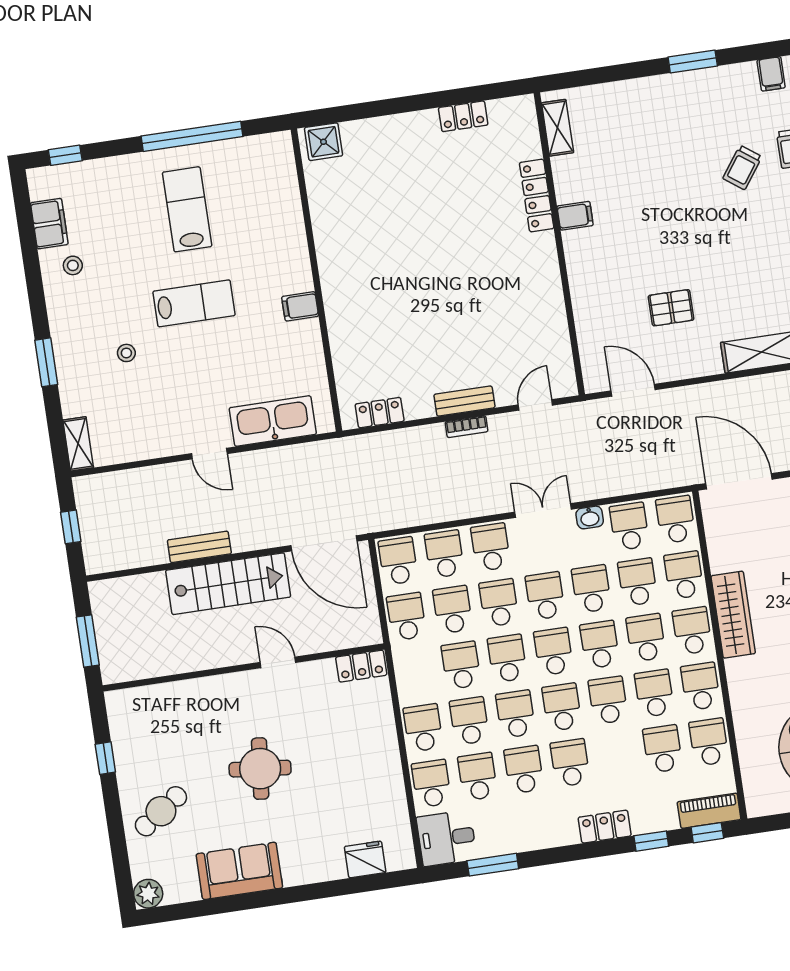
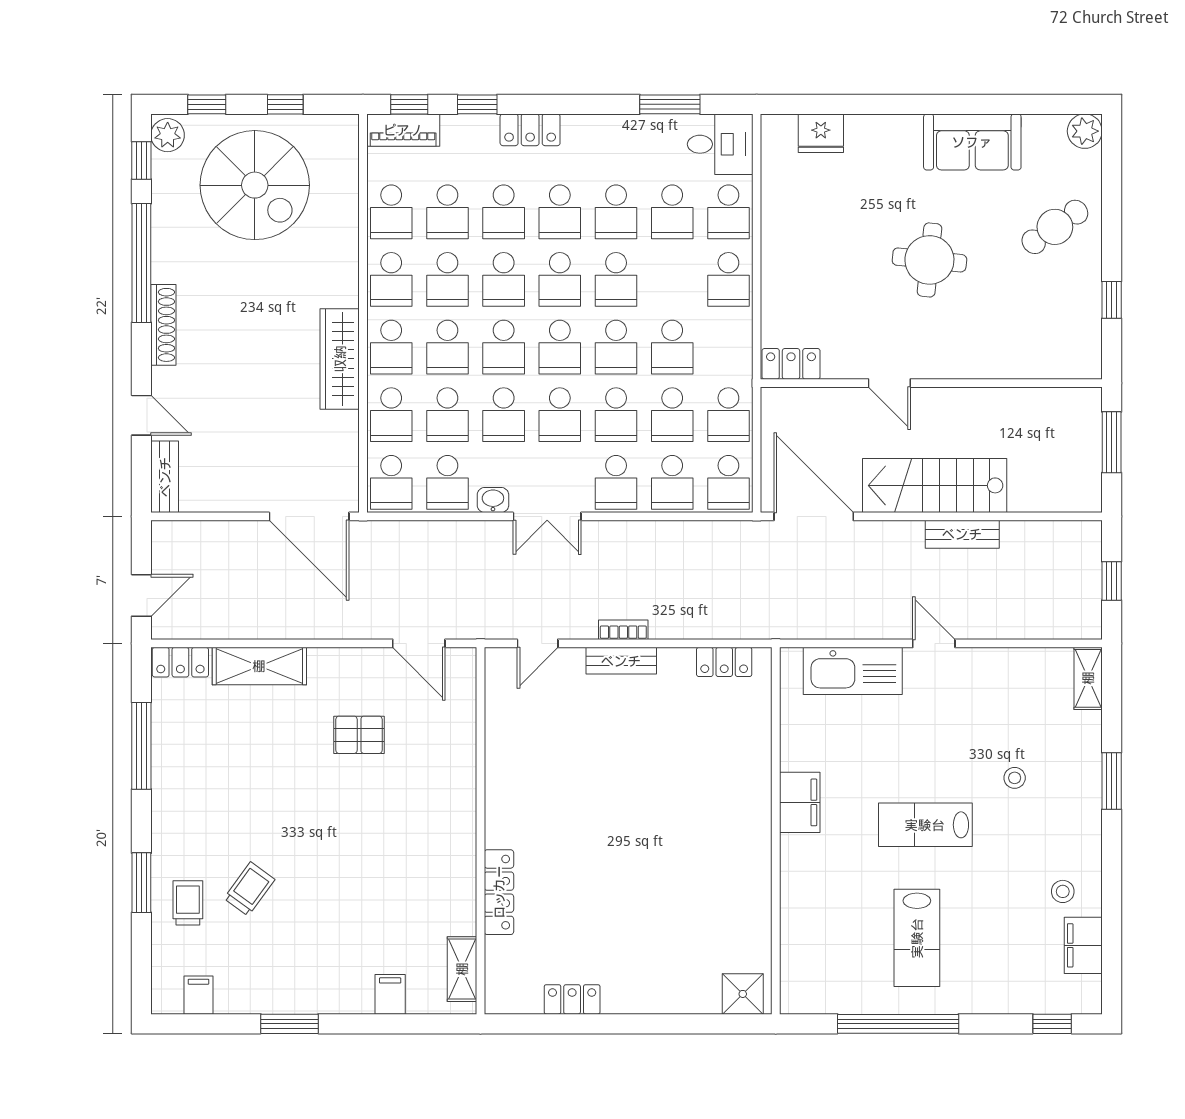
filing cabinet: (575, 216) -> (390, 994), moved, turned 90
filing cabinet: (300, 306) -> (800, 802), width x2.00
school desk: (469, 721) -> (504, 212), moved

